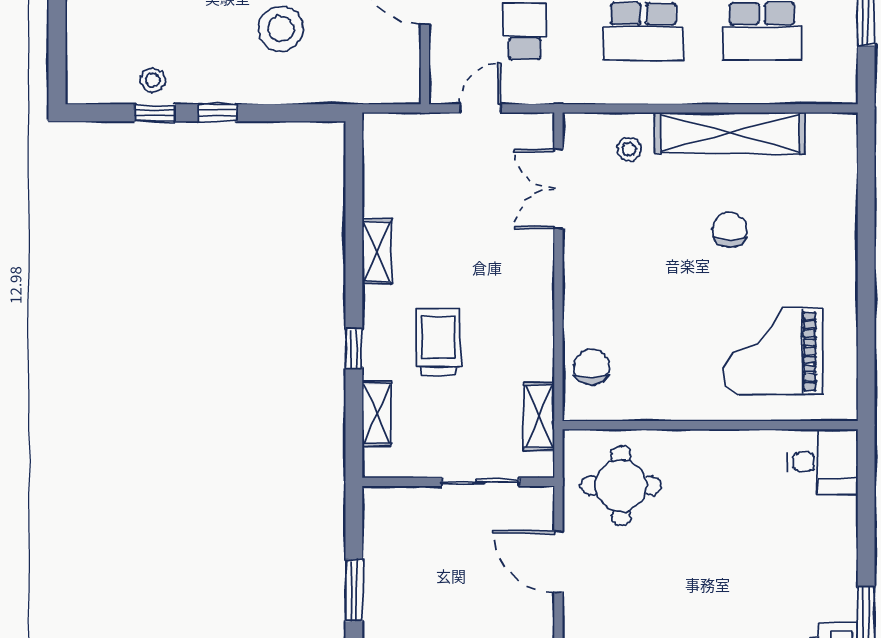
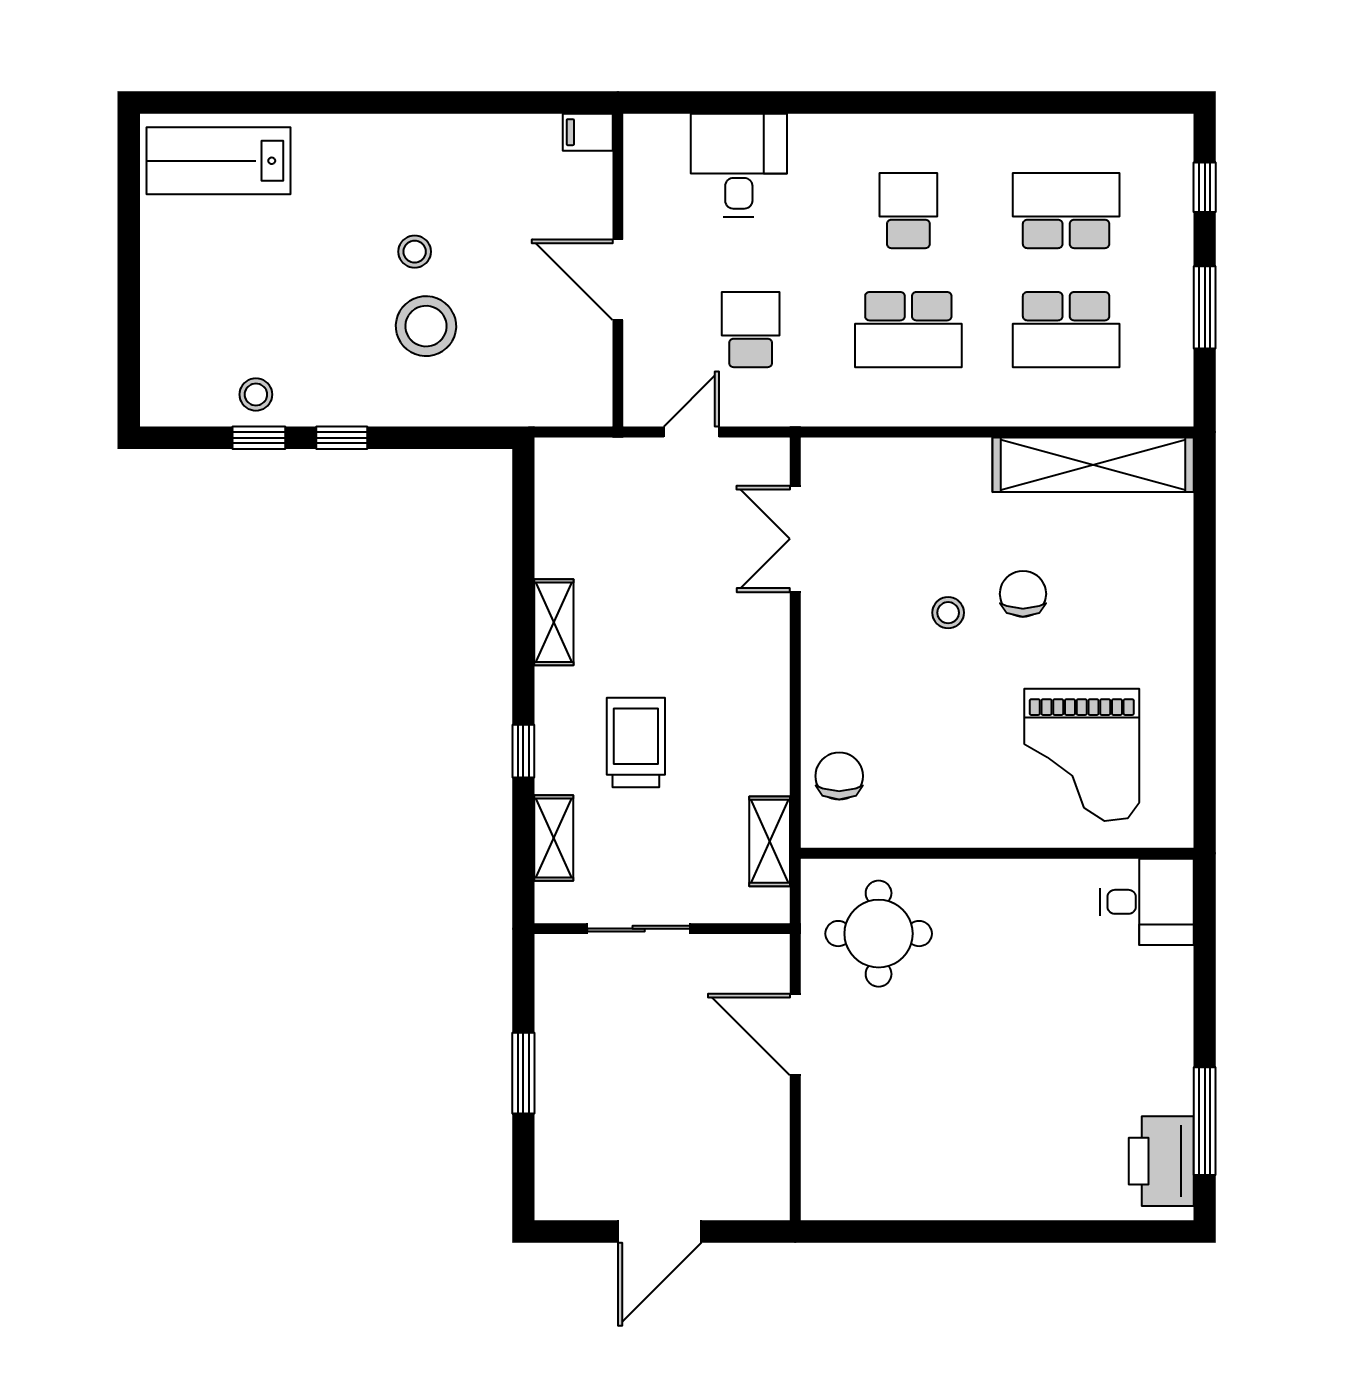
shelving: (730, 133) -> (1093, 465), moved
stool: (629, 149) -> (948, 613), moved
grand piano: (774, 351) -> (1082, 755), turned -90
sliding door: (480, 482) -> (639, 929), moved

